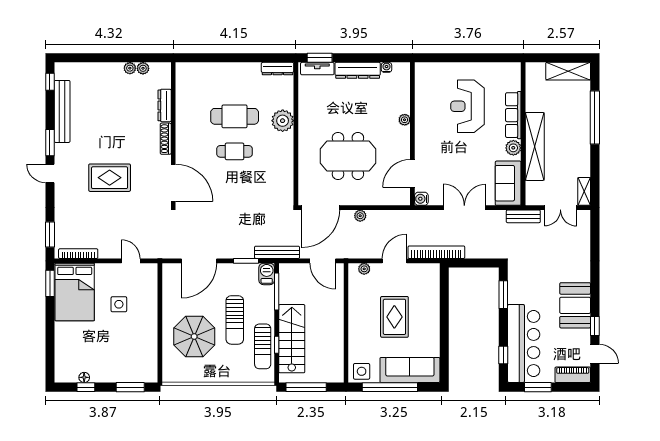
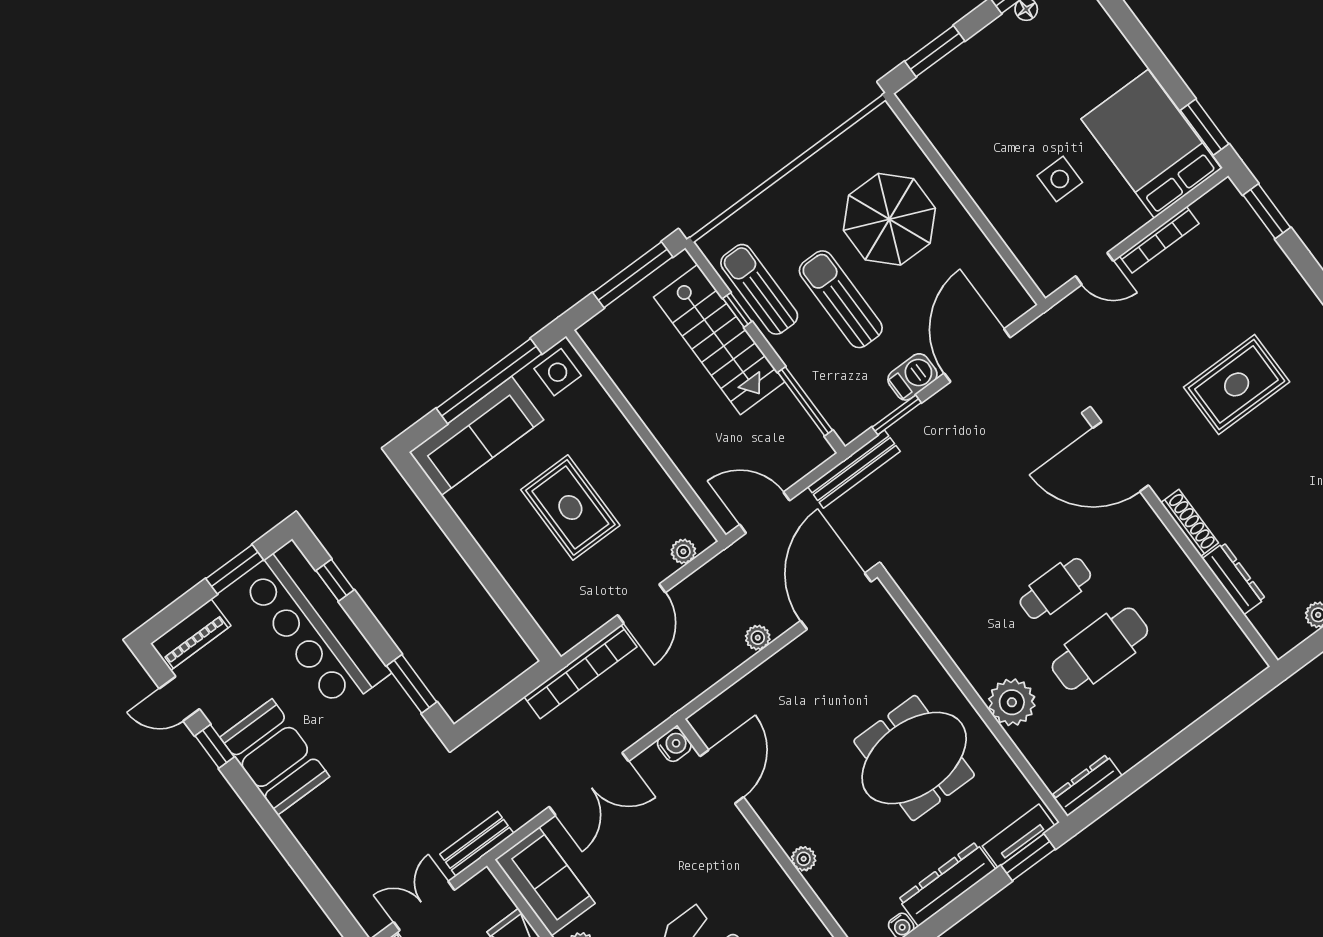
meeting table: (348, 156) -> (914, 758), moved
bookcase: (78, 254) -> (1159, 240), moved
barbecue: (267, 274) -> (912, 377), moved, turned -90

